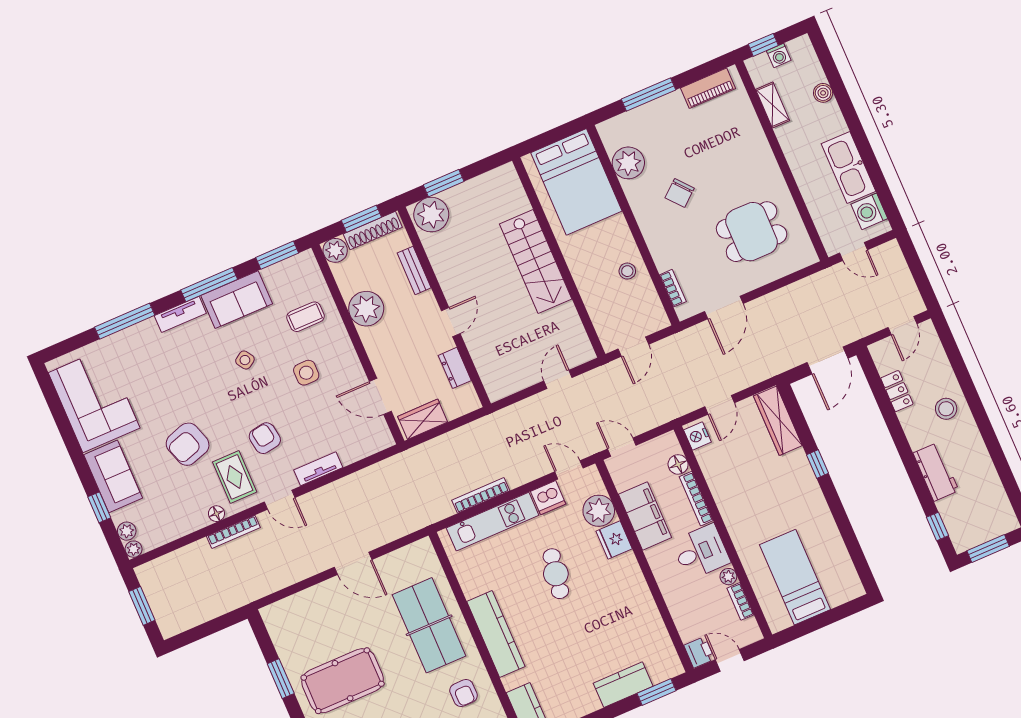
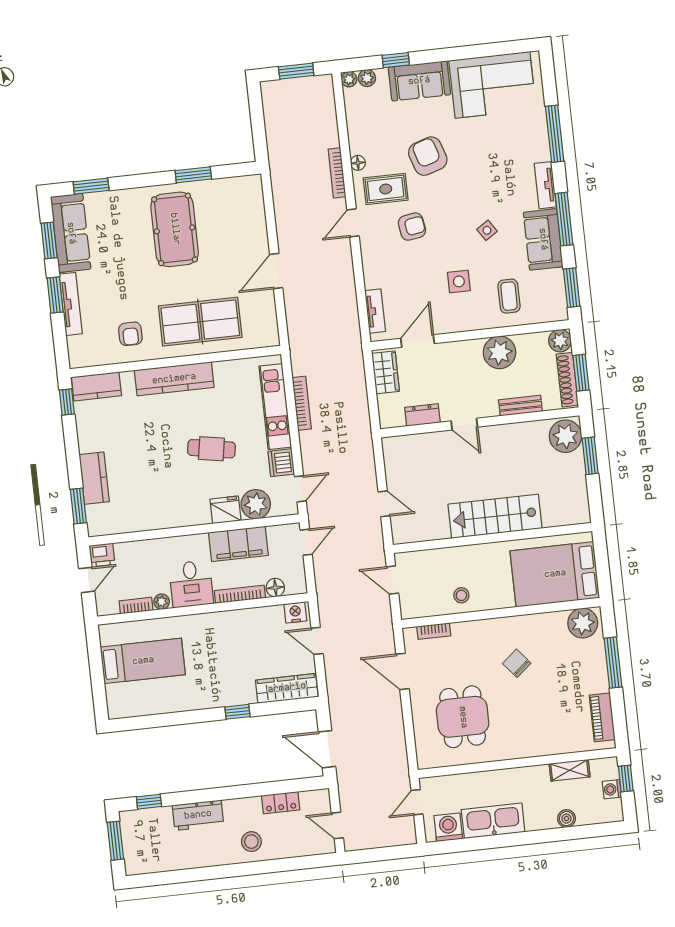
plant: (628, 163) -> (583, 623), moved
tv unit: (318, 469) -> (375, 311), moved
armchair: (464, 693) -> (130, 334), turned -90

